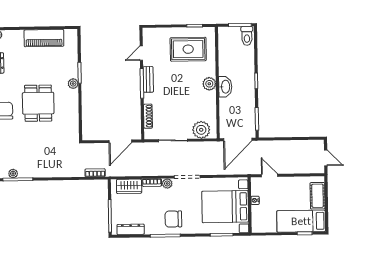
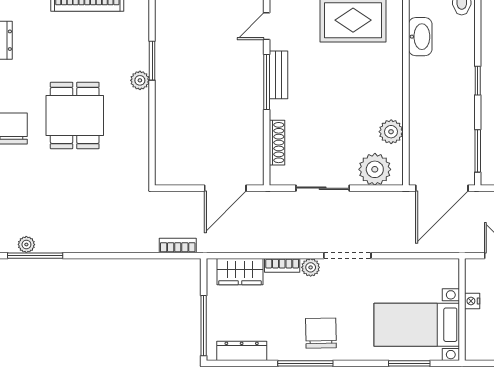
plant: (209, 84) -> (391, 132), moved
washbasin: (225, 87) -> (420, 37), moved
bed with nightstands: (225, 207) -> (417, 325), width x0.73
chair: (173, 219) -> (321, 333), turned 89

